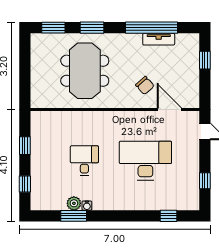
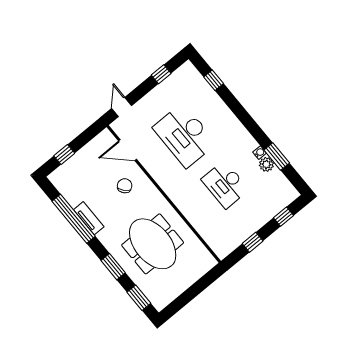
tv unit: (159, 39) -> (89, 218), moved
meeting table: (85, 71) -> (153, 244), turned 90
door: (169, 109) -> (128, 150), hinge flipped
desk: (84, 161) -> (225, 184), width x1.37

